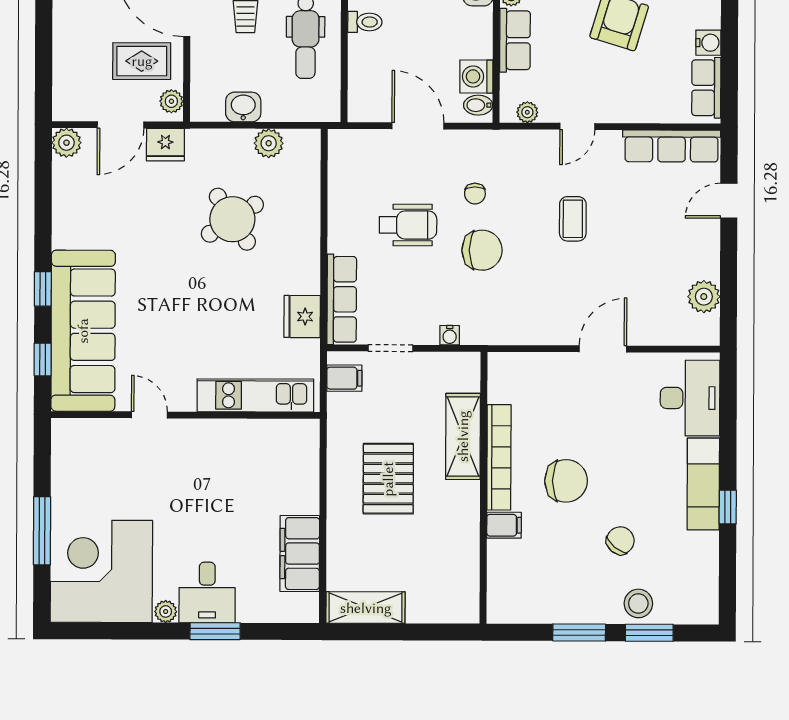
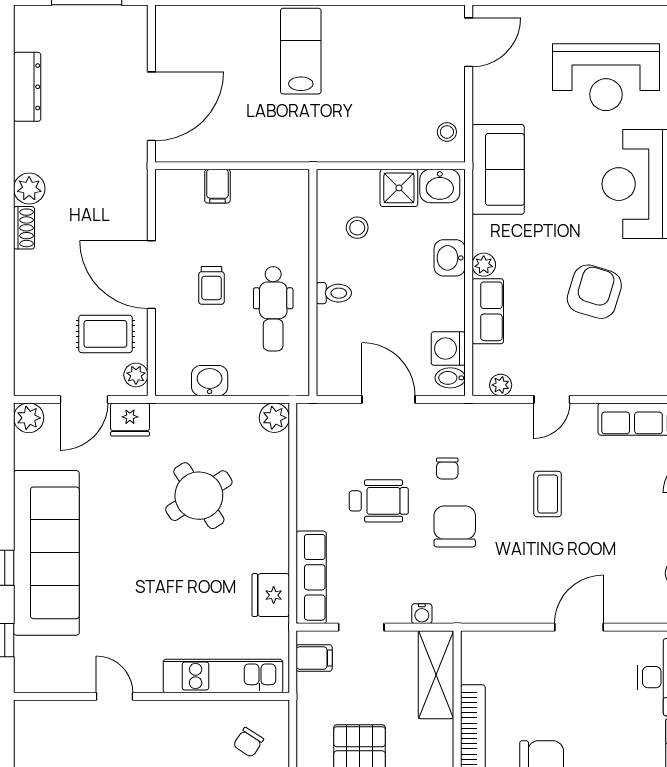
plant: (269, 143) -> (274, 418), moved
chair: (482, 250) -> (455, 526), turned -90
sofa: (83, 331) -> (46, 553), moved
shelving: (463, 436) -> (436, 675), moved
chair: (280, 460) -> (248, 742), added

